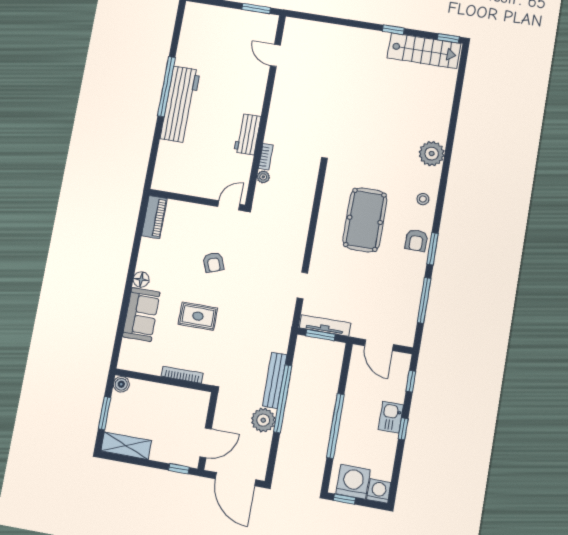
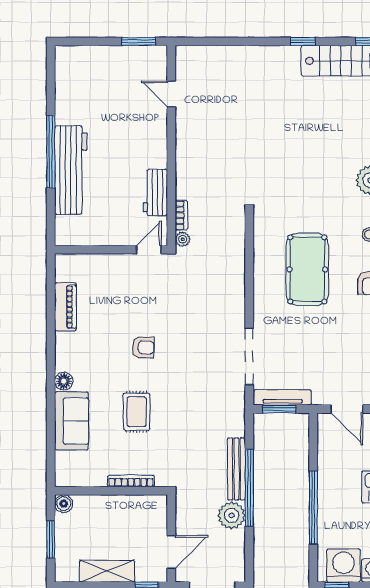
wall: (197, 200) -> (111, 250), moved
door: (229, 205) -> (149, 250), moved
armchair: (213, 262) -> (143, 347), turned -68
doorway: (302, 285) -> (249, 356), width x1.88
rug: (198, 316) -> (137, 412), turned 90
shelving: (126, 446) -> (107, 571), moved

